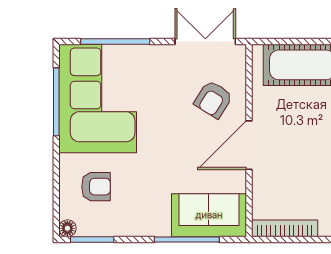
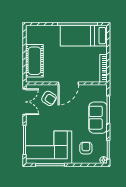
double door: (205, 42) -> (25, 102), swing flipped
door: (249, 145) -> (68, 83), hinge flipped
sofa: (209, 215) -> (98, 118), moved

